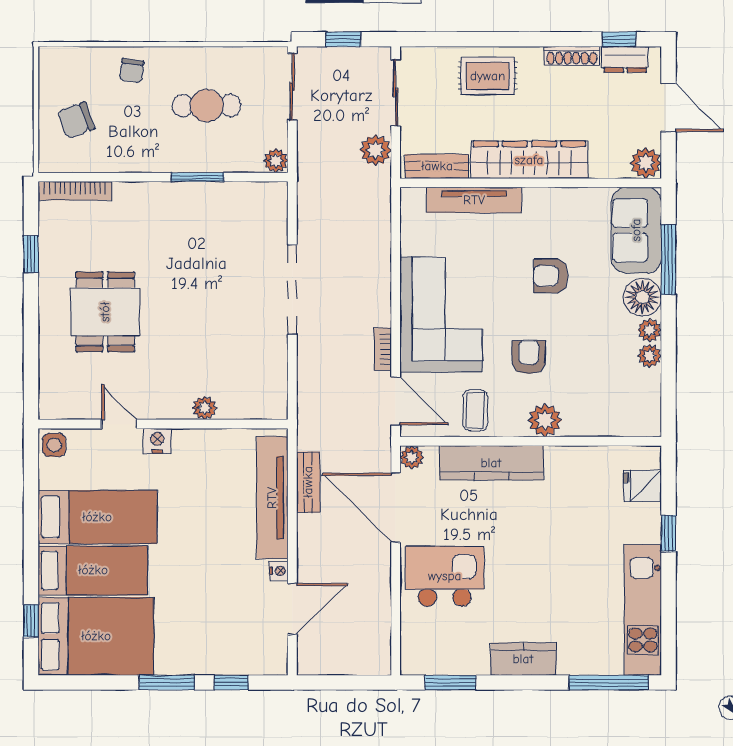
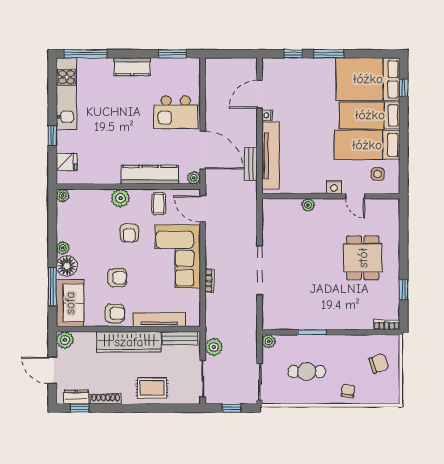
bookcase: (75, 191) -> (387, 325), width x0.64
armchair: (555, 211) -> (115, 313), added
bookcase: (383, 349) -> (210, 281), moved
plant: (650, 356) -> (63, 195), moved
side table: (54, 445) -> (378, 174), moved

